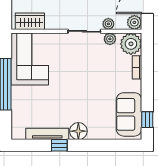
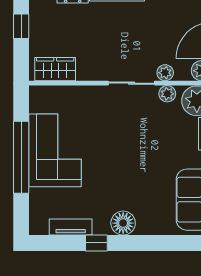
corner sofa: (30, 59) -> (55, 150), moved
tv unit: (47, 134) -> (71, 227), width x0.71

